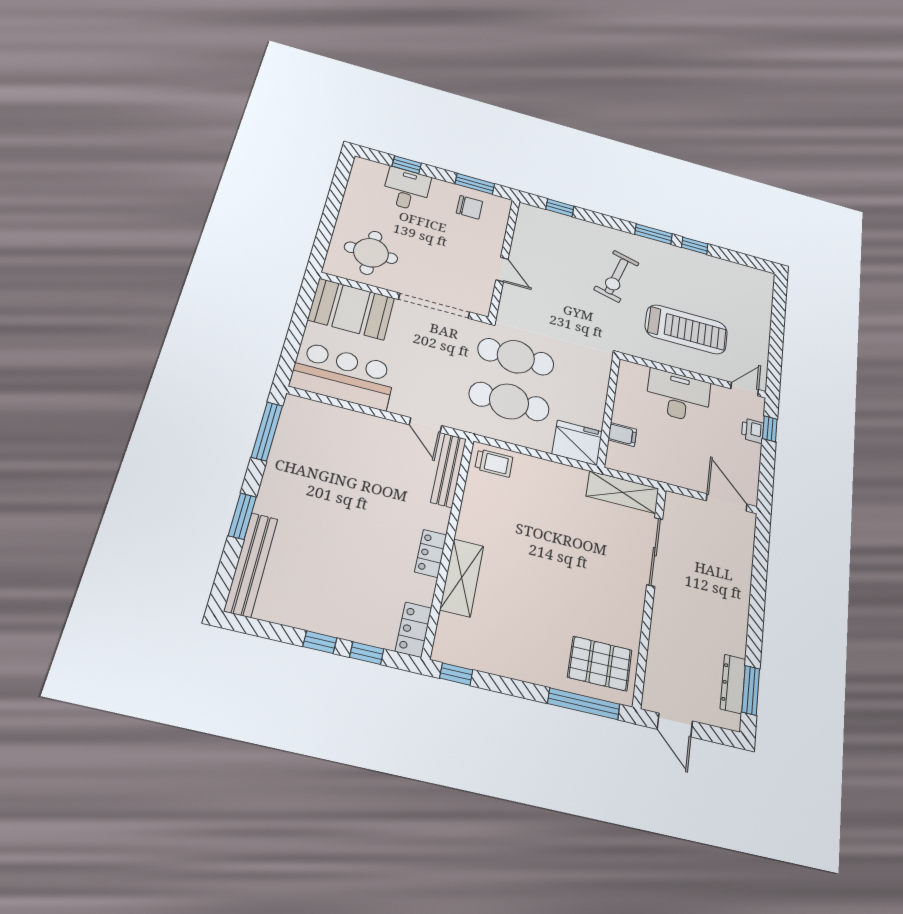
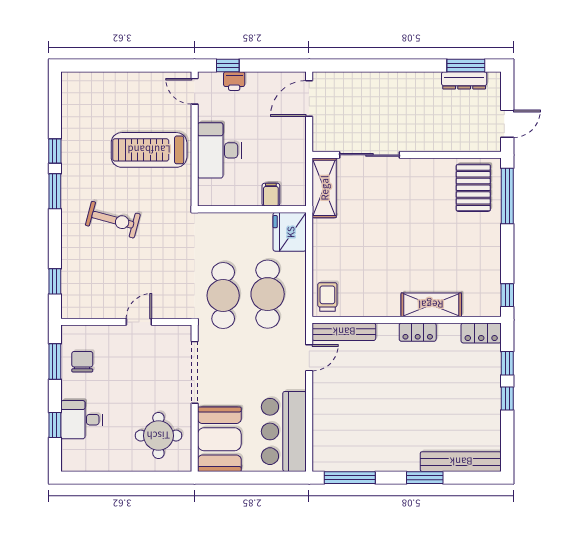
treadmill: (686, 329) -> (149, 150), turned -90

